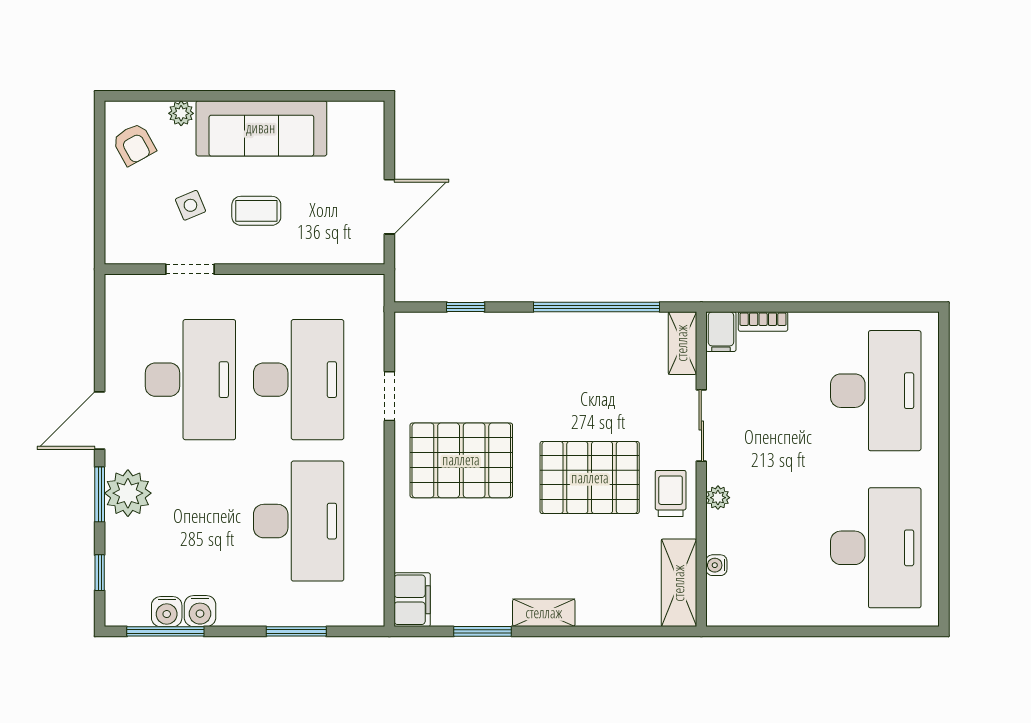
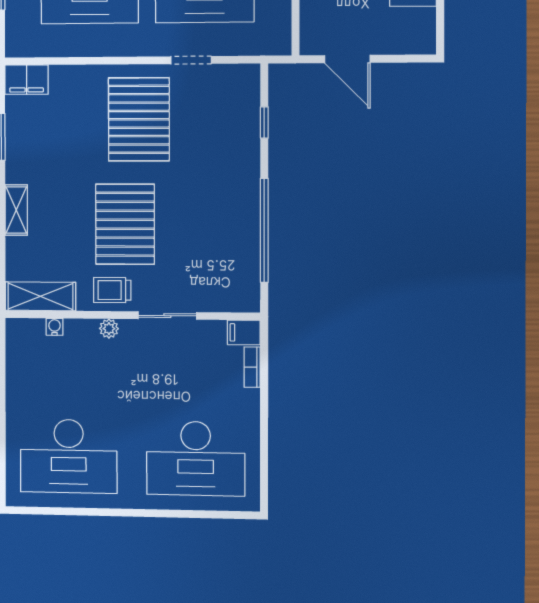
shelving: (682, 343) -> (234, 301), removed
trolley: (671, 493) -> (112, 290), turned 180
shelving: (544, 613) -> (16, 210), moved

